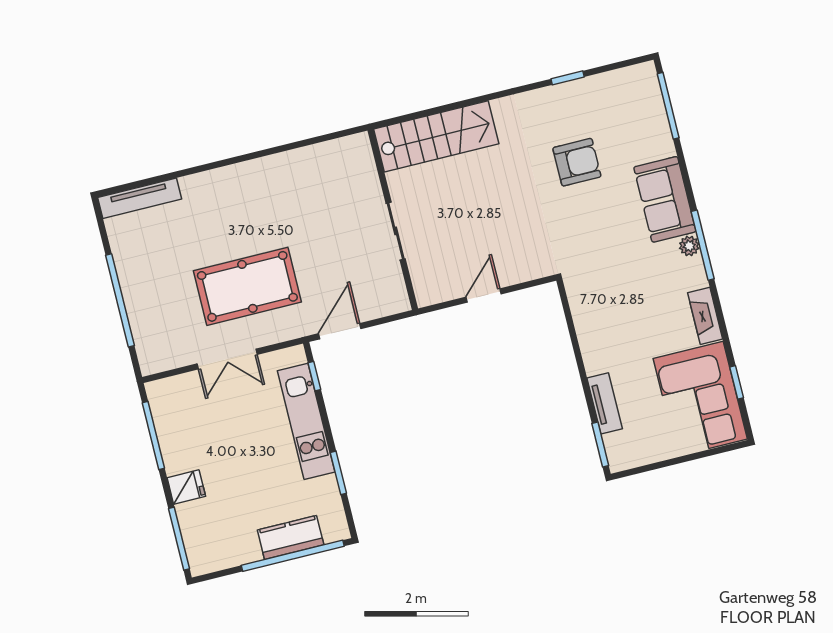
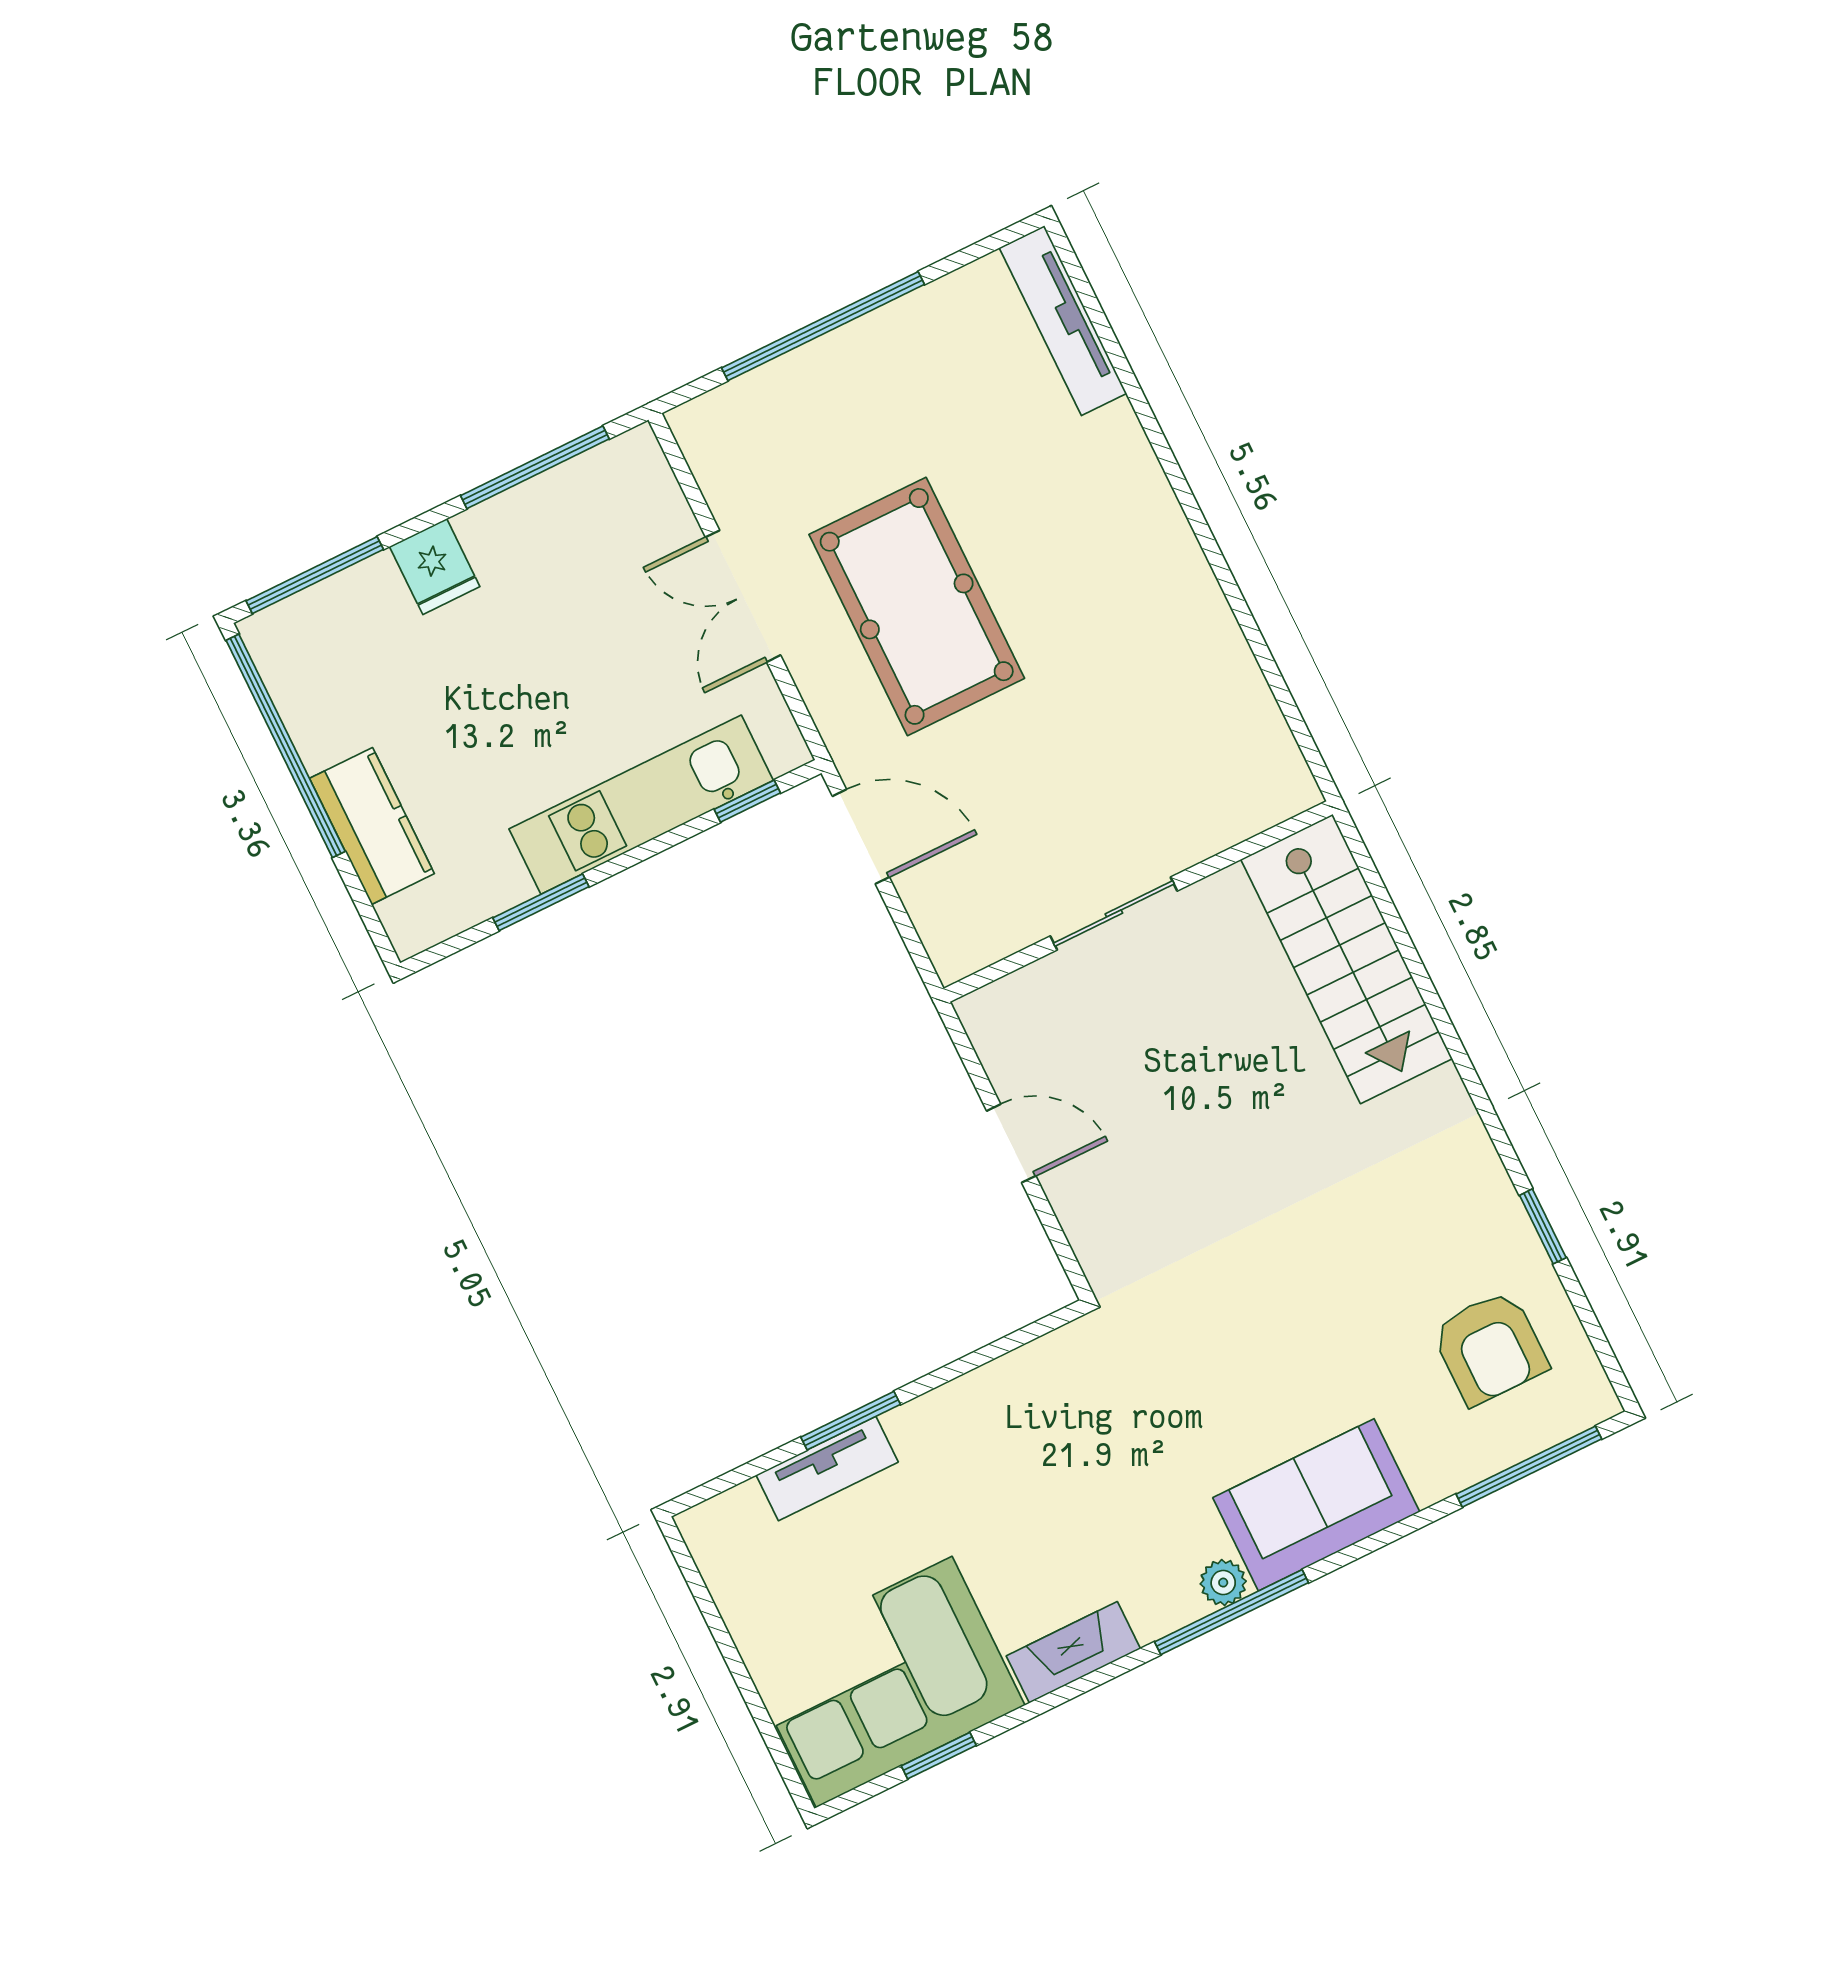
armchair: (577, 162) -> (1490, 1348), moved
window: (600, 444) -> (851, 1421), moved
window: (293, 556) -> (286, 746), moved

